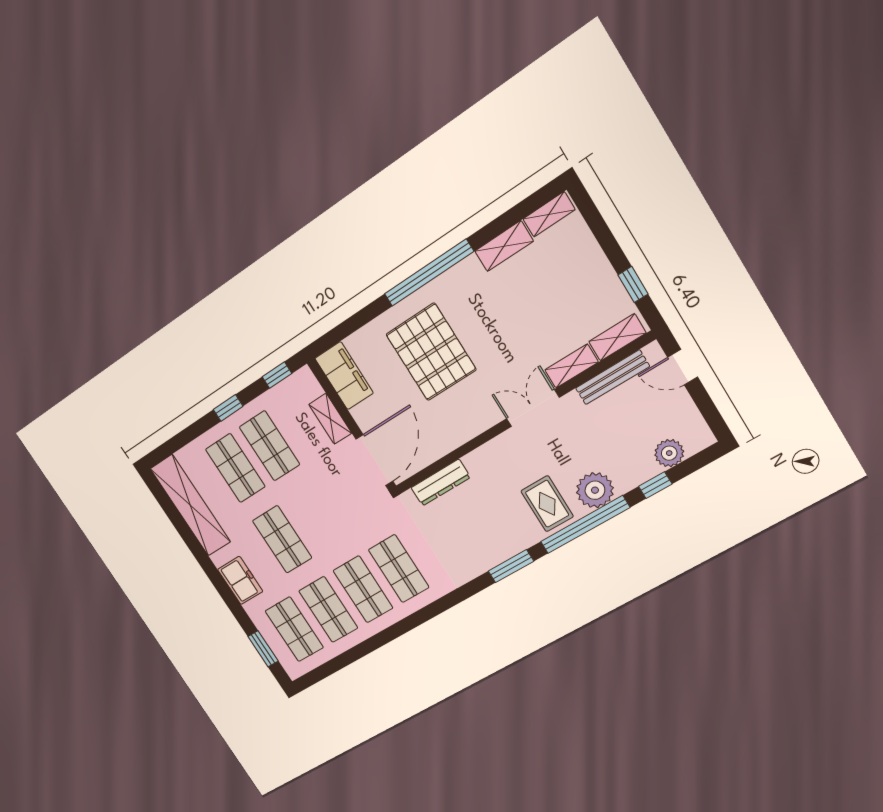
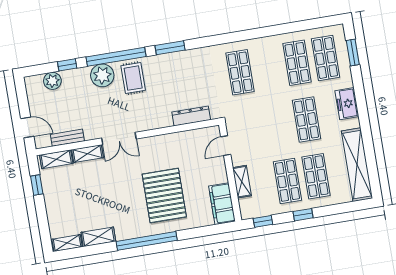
bench: (612, 377) -> (67, 138), width x0.73
door: (374, 460) -> (226, 146), width x0.53
shop shelf: (363, 589) -> (268, 68), removed

